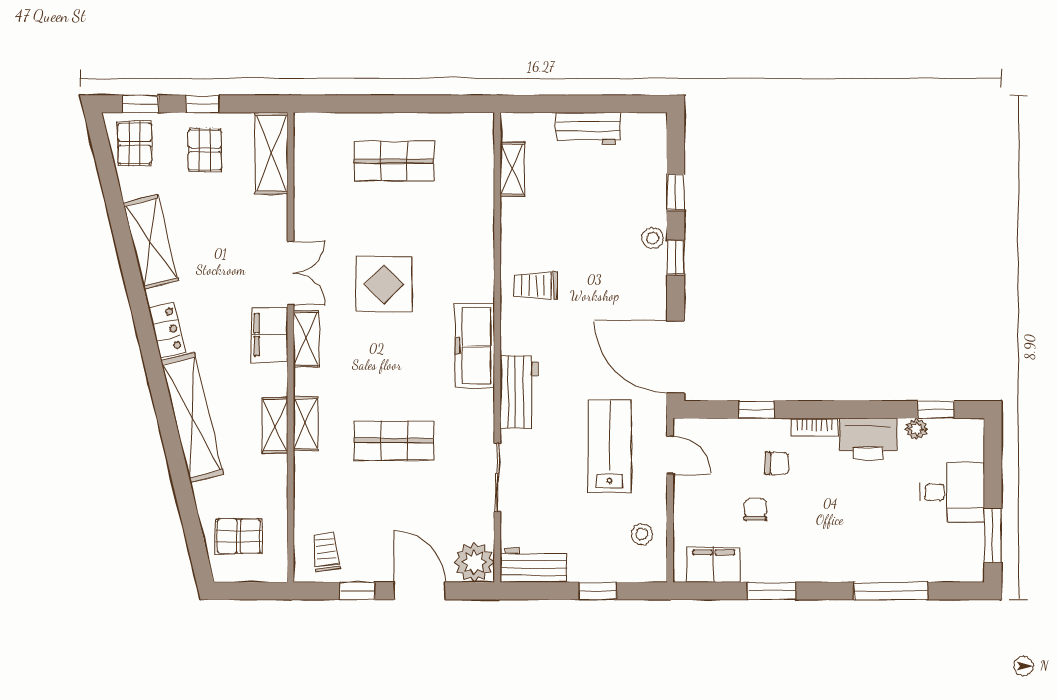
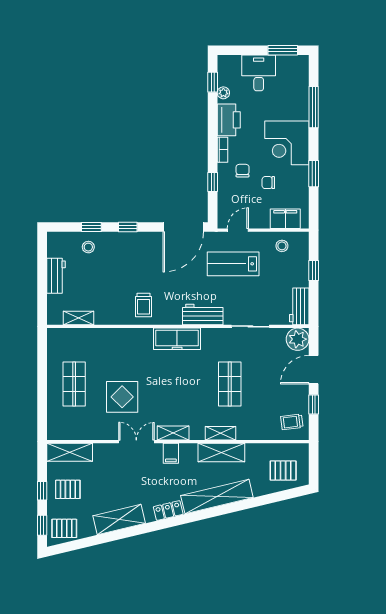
stool: (653, 238) -> (88, 247), moved
display table: (384, 284) -> (122, 397), moved
filing cabinet: (270, 335) -> (171, 453), width x0.50
shelving: (275, 425) -> (221, 452), width x1.50, depth x1.33
pallet: (239, 536) -> (283, 471), turned 90
corner desk: (827, 543) -> (287, 143), added
filing cabinet: (714, 565) -> (285, 219), moved, turned 90

